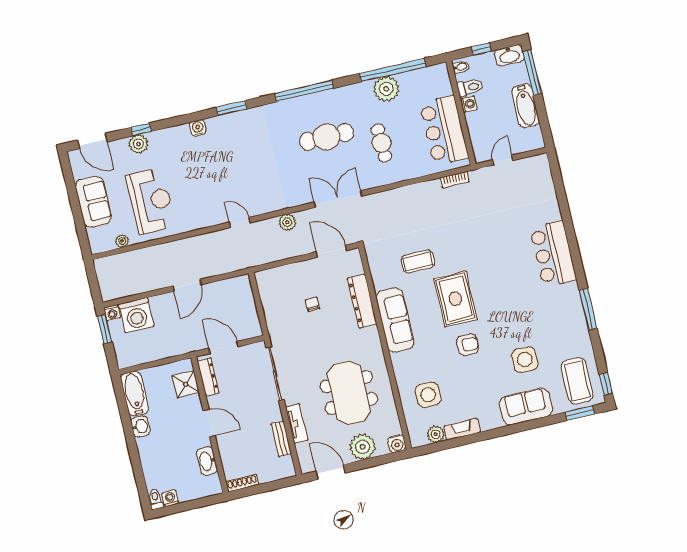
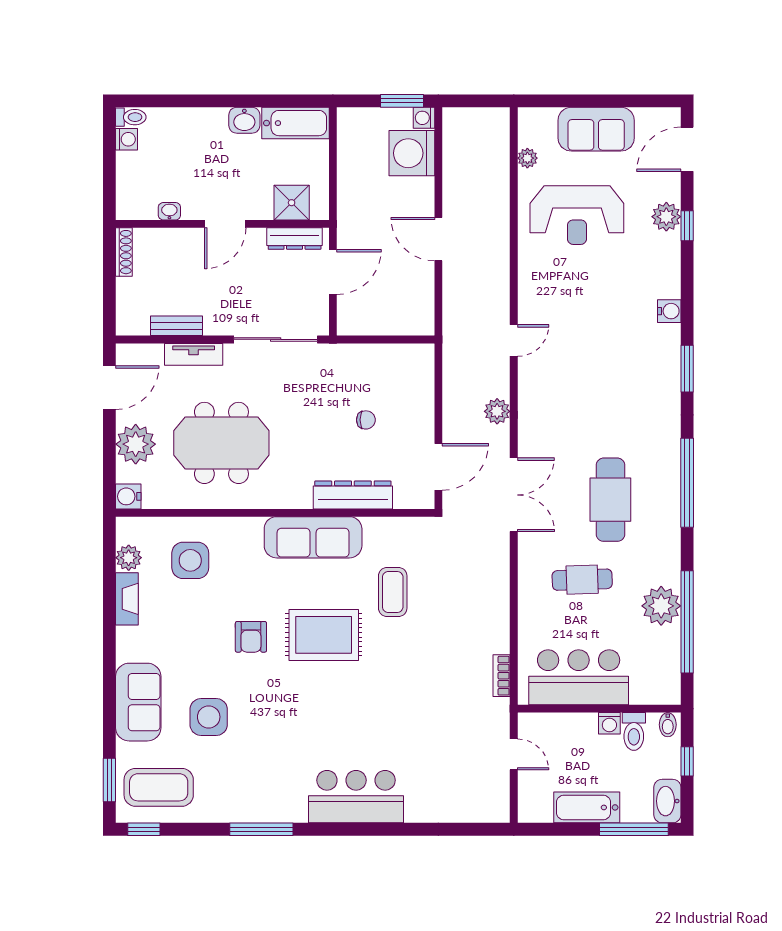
washbasin: (207, 461) -> (169, 211), width x0.52, depth x0.69

